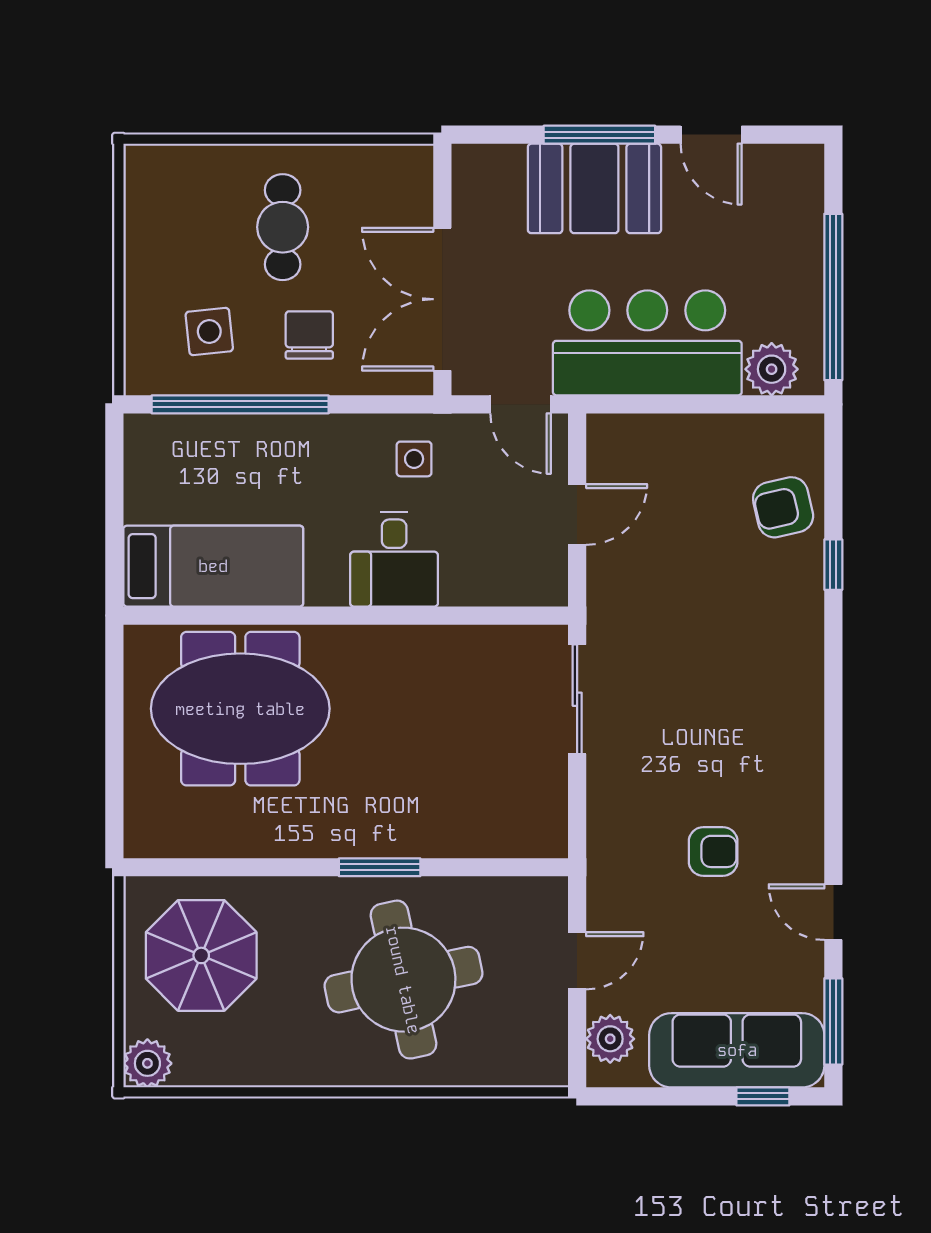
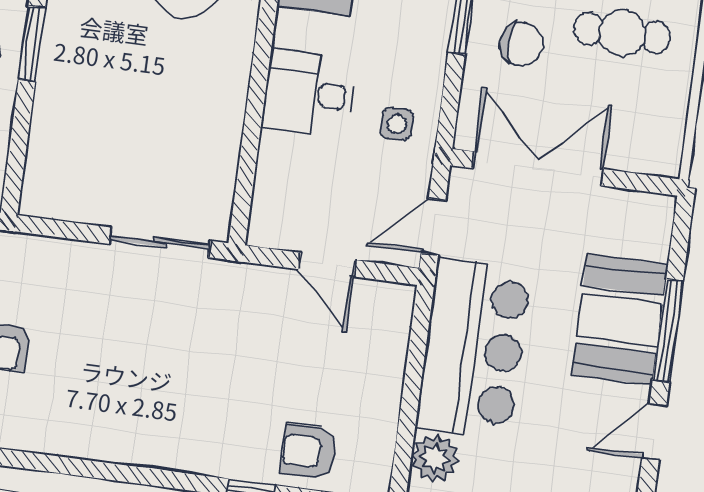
armchair: (783, 507) -> (309, 452), turned -77

